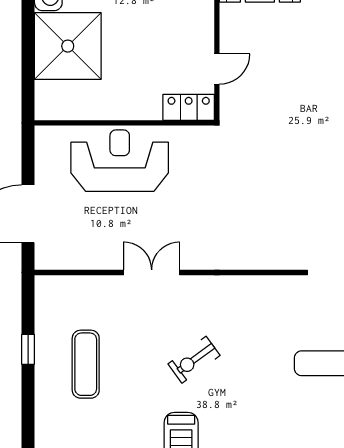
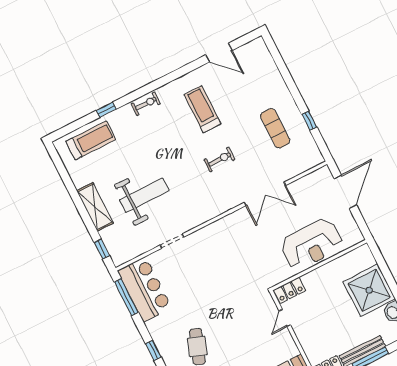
double door: (152, 272) -> (265, 194), width x1.37
exercise bike: (194, 360) -> (219, 159), turned 36

